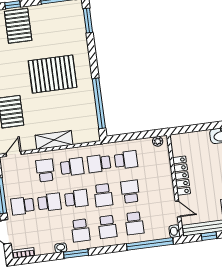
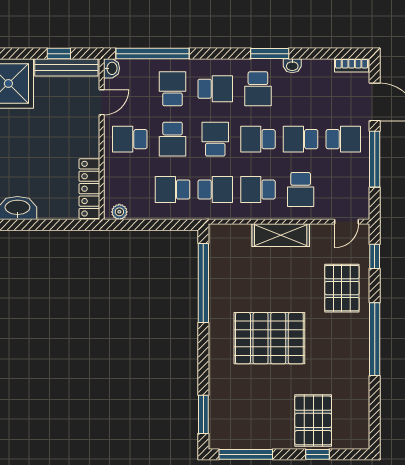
locker: (182, 176) -> (89, 189), moved
school desk: (157, 188) -> (130, 139), added
door: (178, 209) -> (102, 102), swing flipped
school desk: (107, 227) -> (215, 89), turned 90
school desk: (81, 230) -> (258, 89), turned 180

